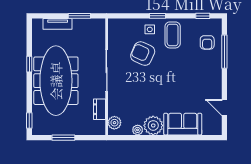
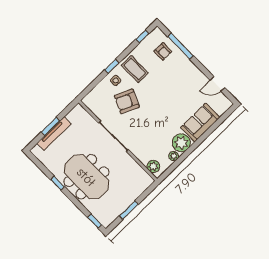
window: (79, 16) -> (50, 126), moved
tv unit: (58, 24) -> (54, 134), width x1.41
meeting table: (56, 81) -> (86, 177), width x0.73
dresser: (99, 109) -> (134, 167), removed

